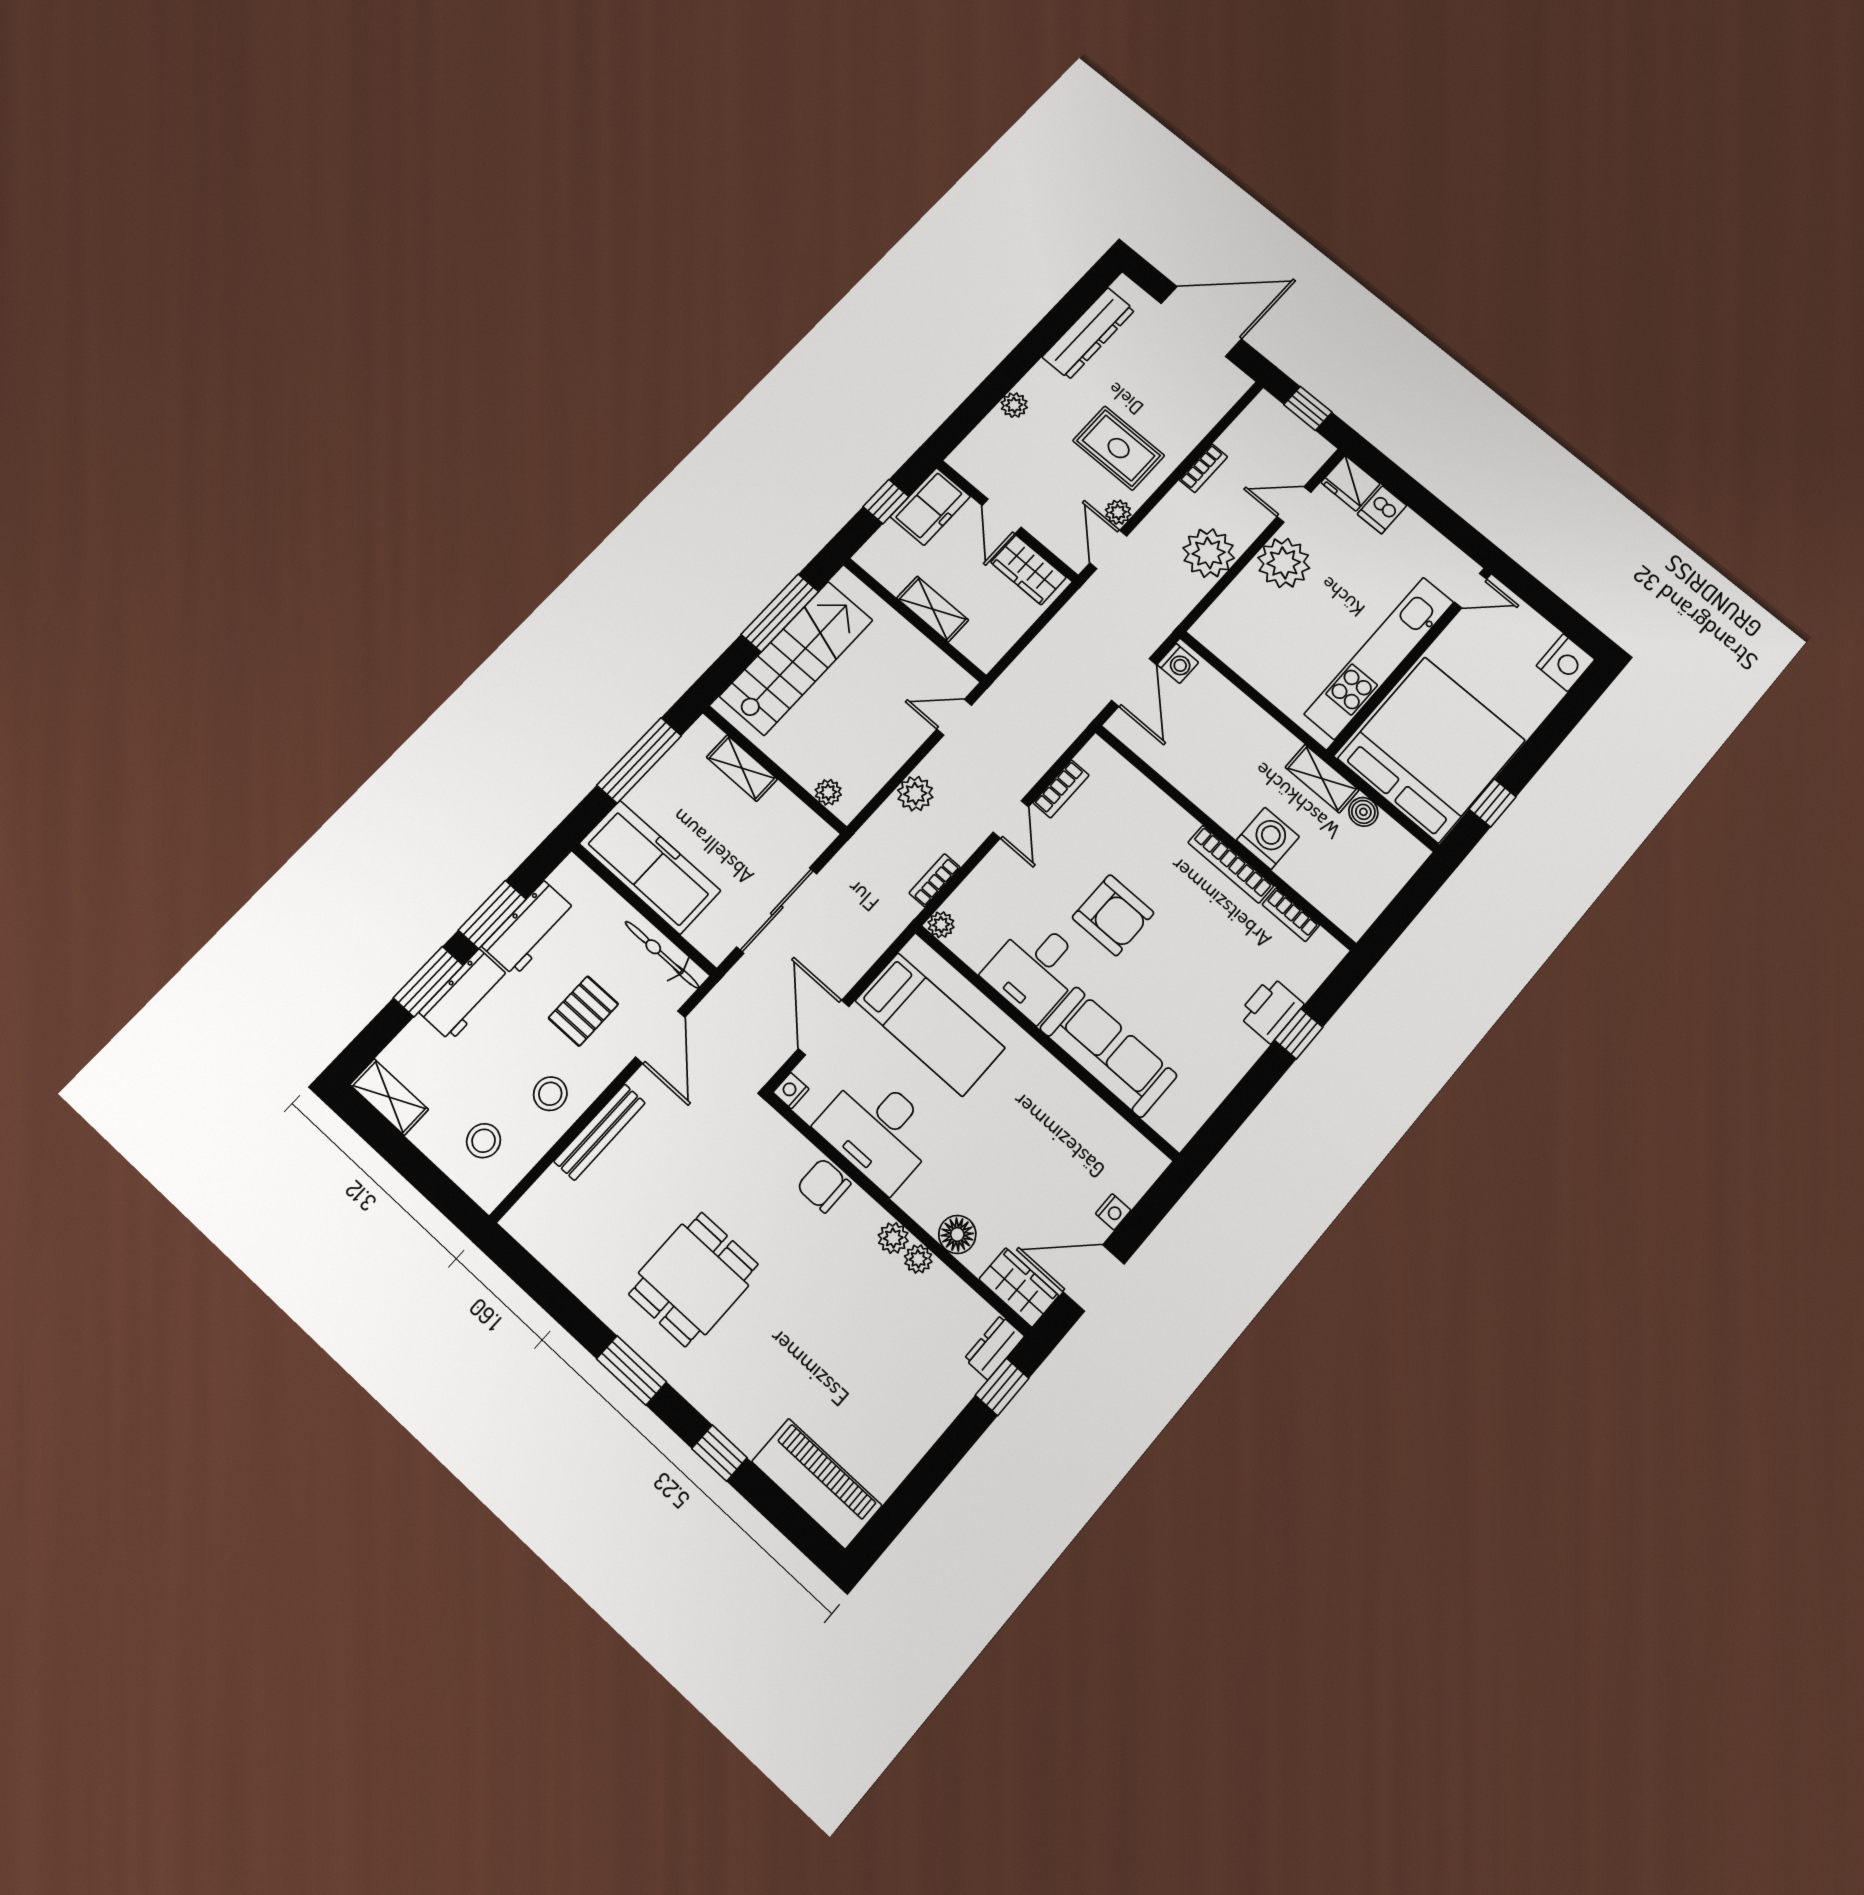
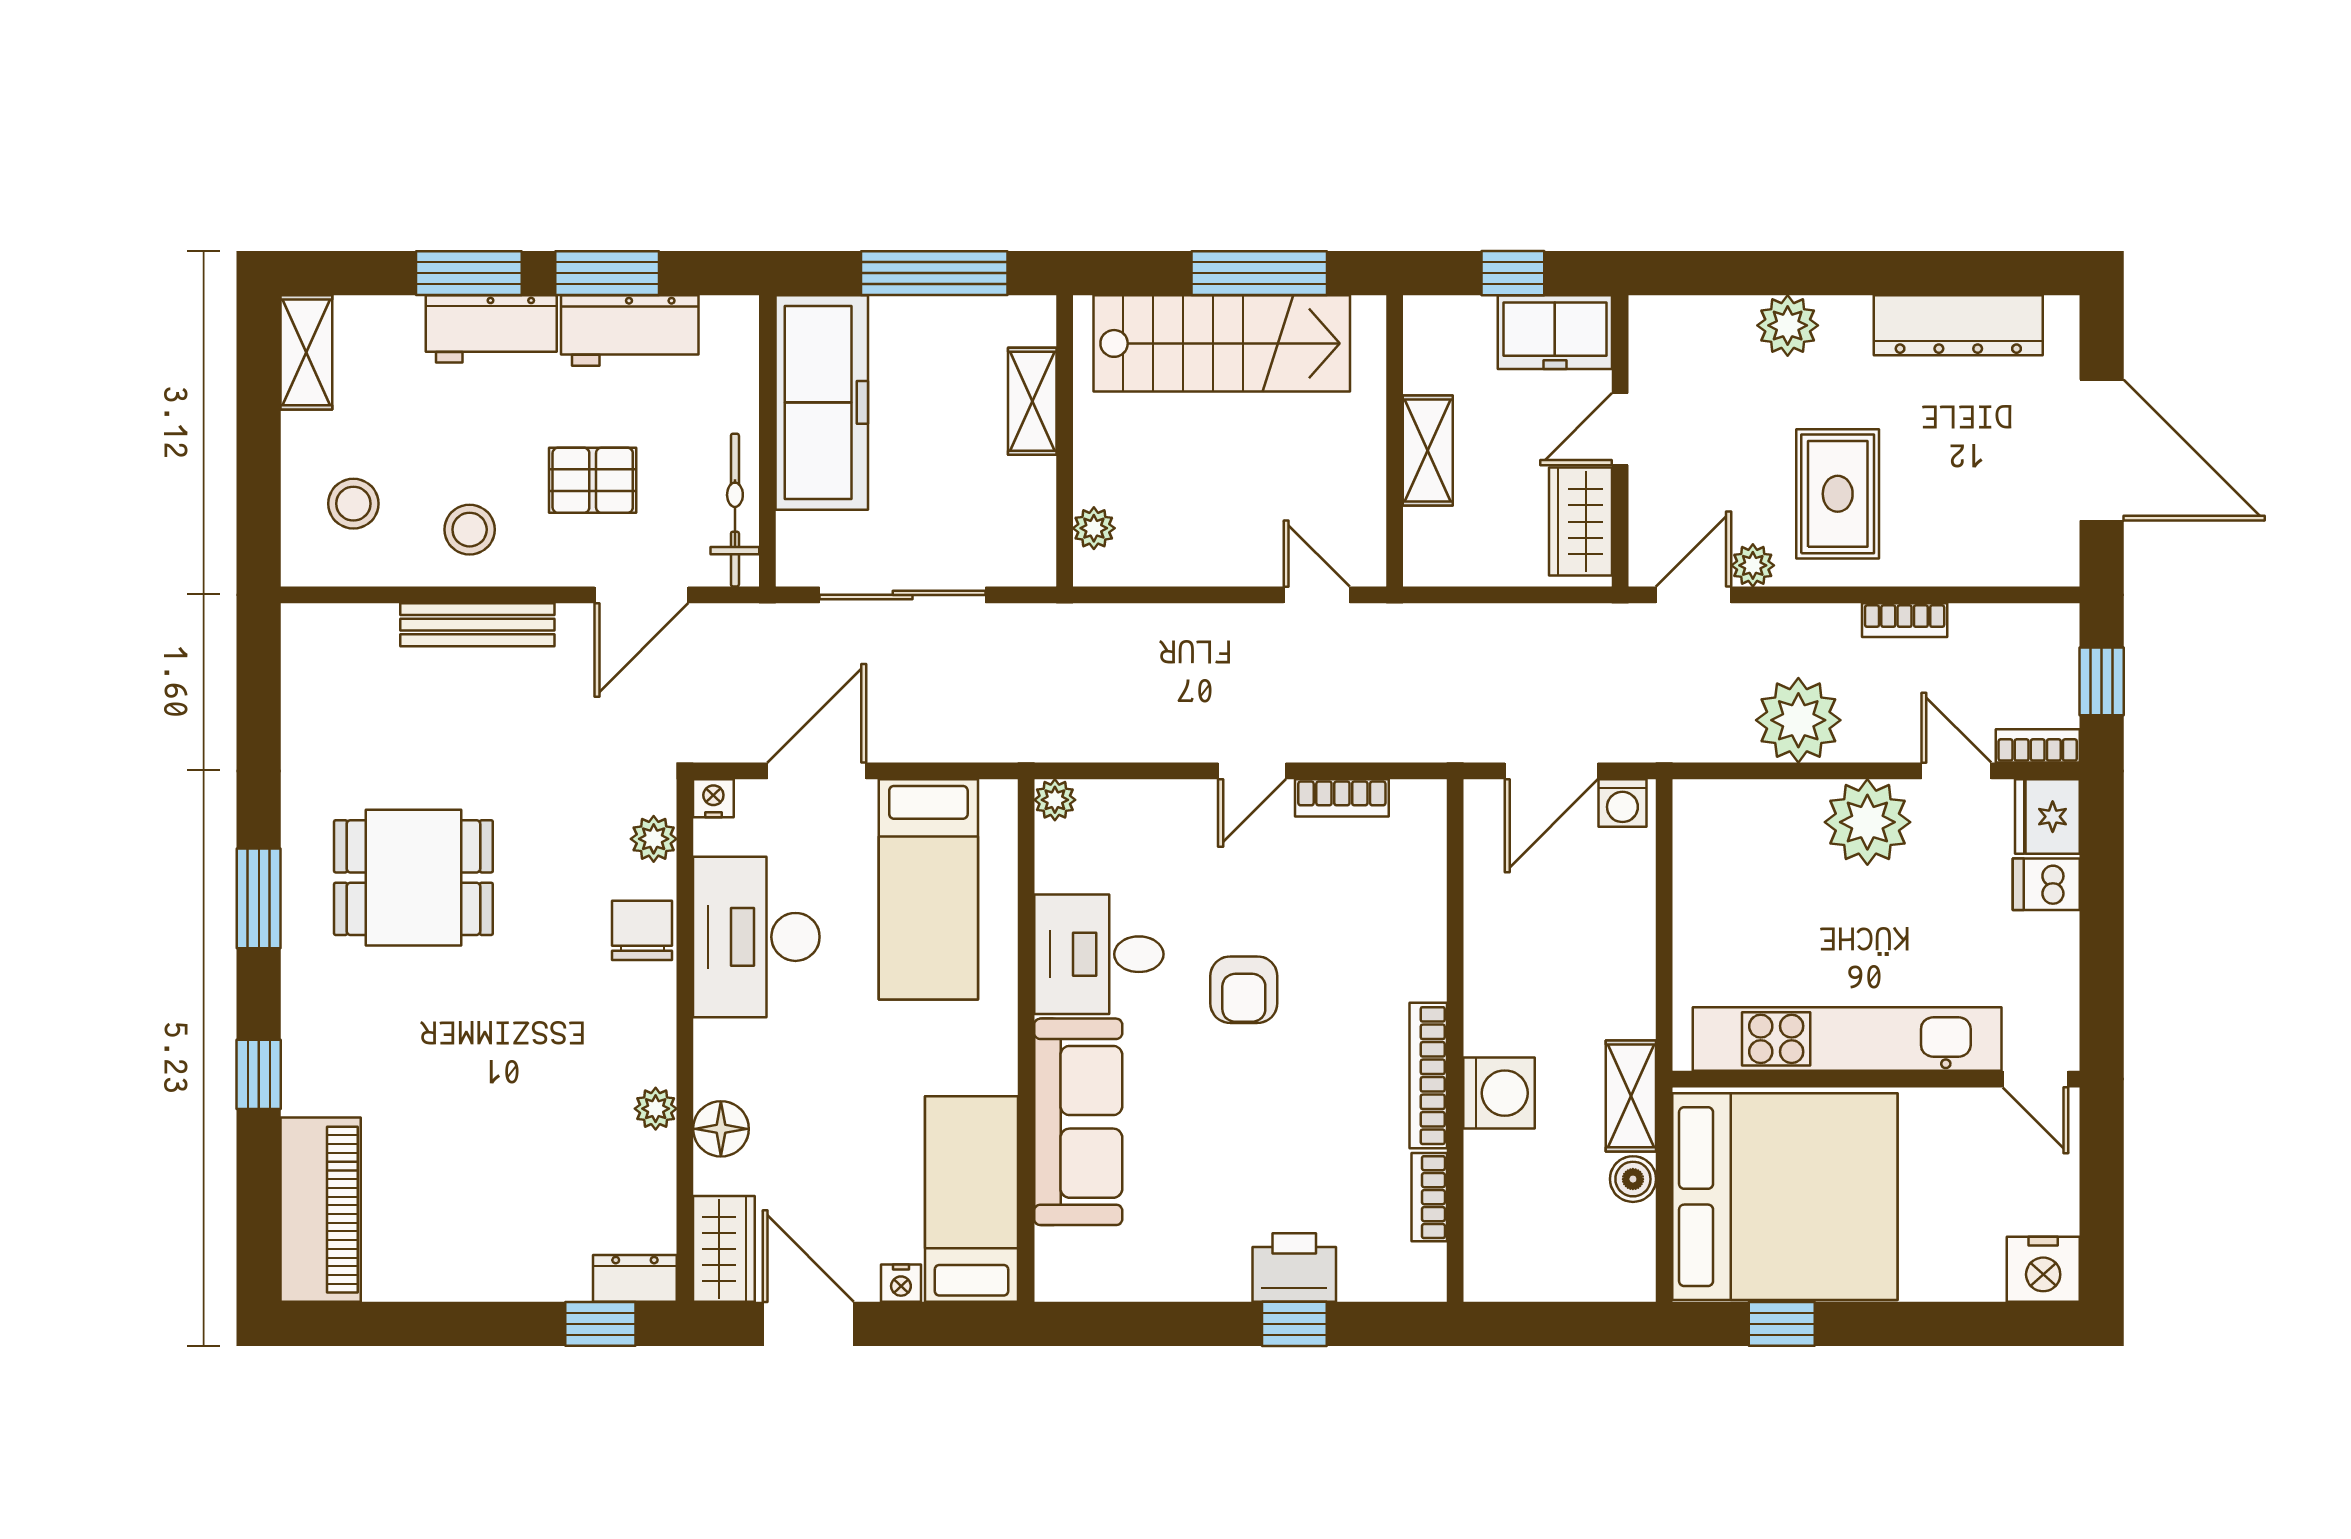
plant: (1014, 405) -> (1788, 325), width x1.38, depth x1.38
plant: (915, 794) -> (1183, 632), removed
bookcase: (935, 880) -> (2038, 746), moved
armchair: (1113, 915) -> (1244, 990), width x0.72, depth x0.72
bed: (1101, 1139) -> (971, 1199), added
plant: (893, 1238) -> (654, 839), moved

